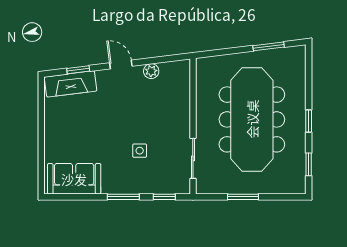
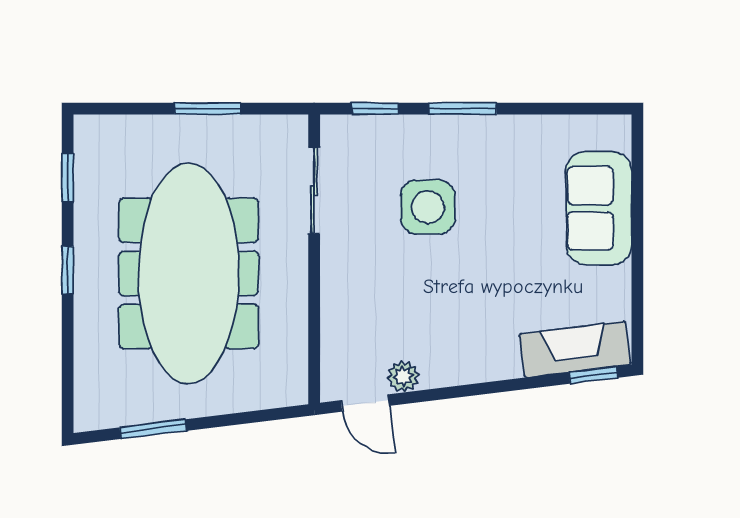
door: (121, 65) -> (365, 403), moved
window: (78, 70) -> (593, 375), moved
side table: (140, 151) -> (428, 207), width x1.87, depth x1.87
sofa: (74, 179) -> (599, 208), moved, turned 90

